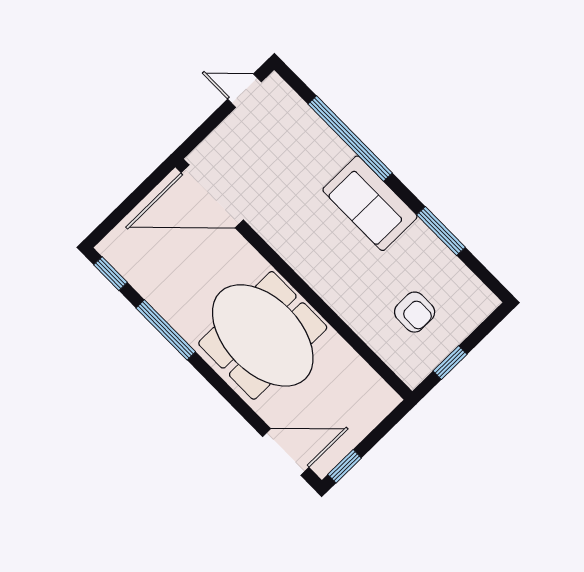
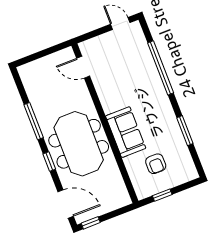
door: (212, 196) -> (83, 67), width x0.53
sofa: (370, 203) -> (126, 132), moved, turned 180
window: (110, 274) -> (49, 162), moved

